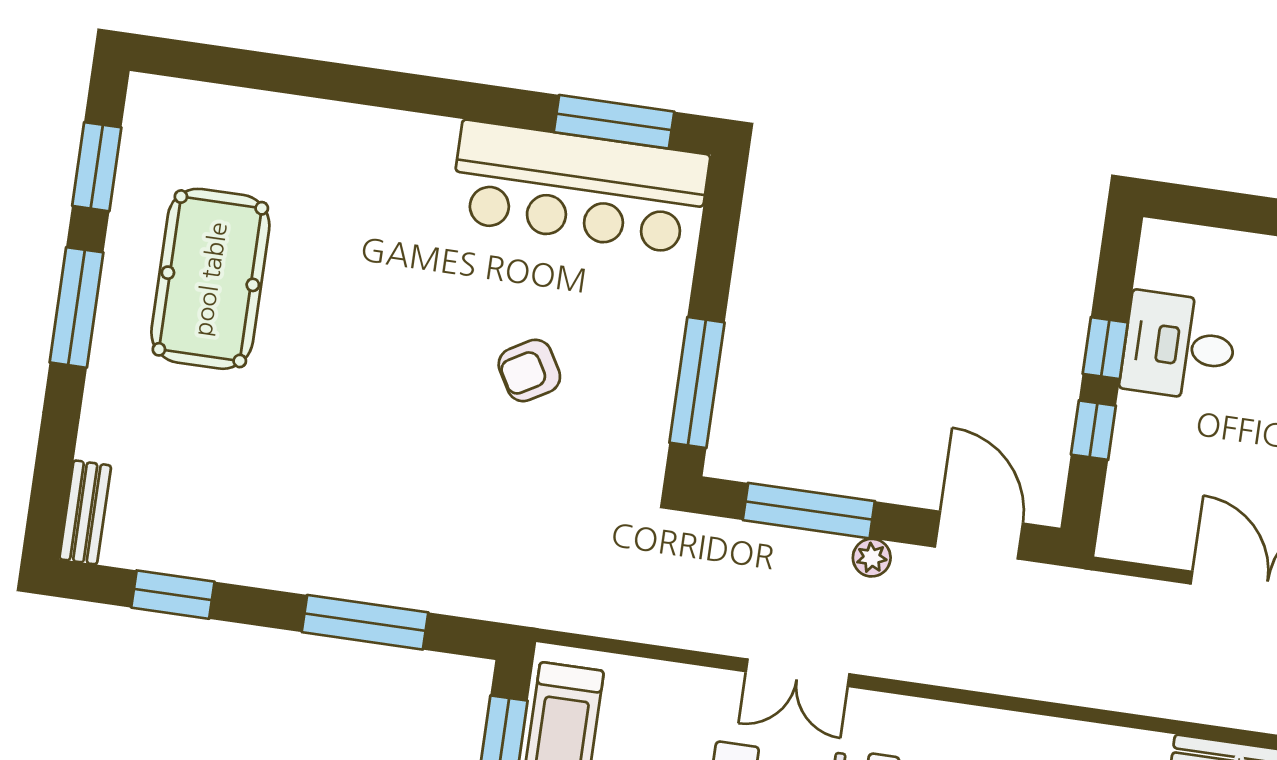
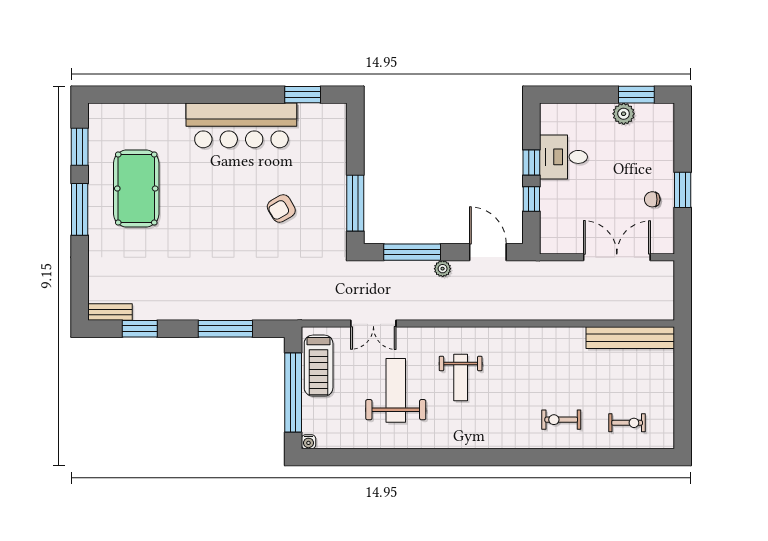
window: (614, 122) -> (303, 95), width x0.69
bar counter: (579, 187) -> (241, 125), moved
bench: (85, 512) -> (110, 312), moved, turned 90
double door: (798, 673) -> (373, 324), moved

